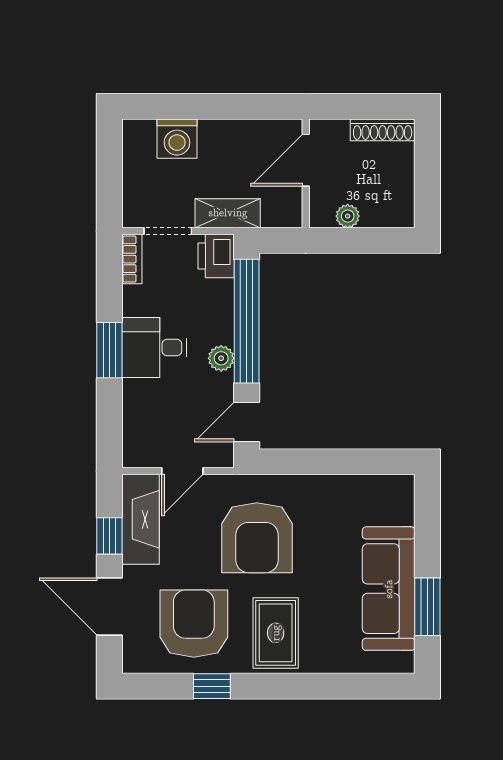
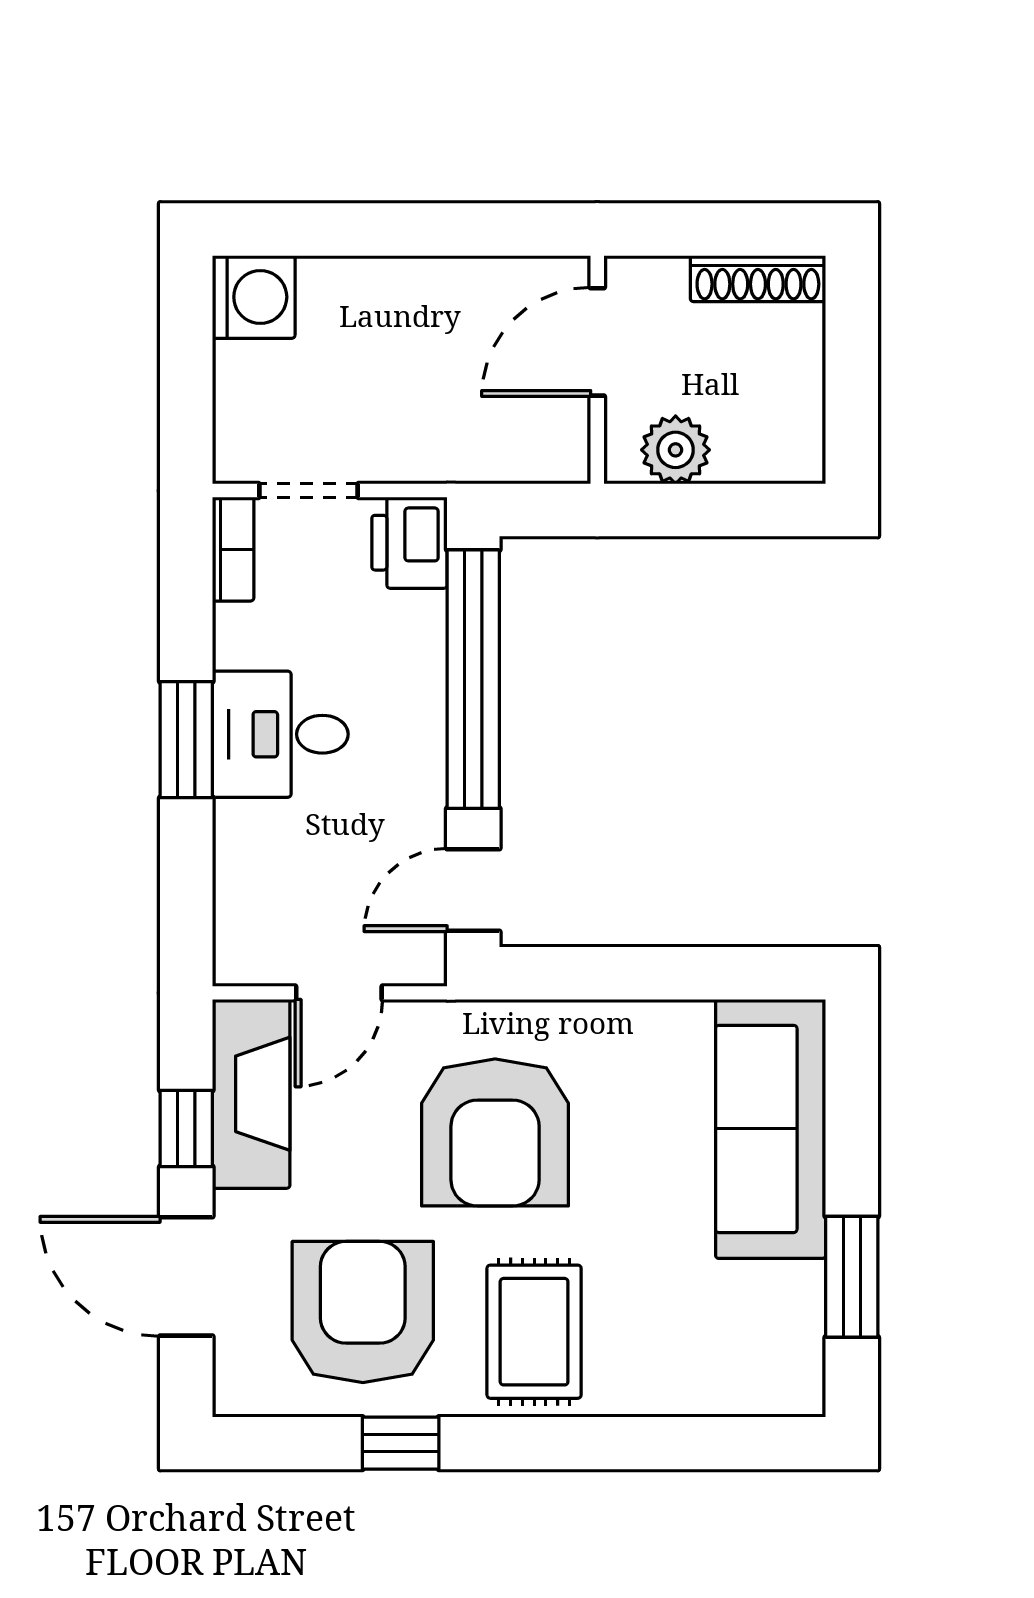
washing machine: (177, 139) -> (254, 297), moved, turned -90
shelving: (228, 213) -> (434, 453), removed
plant: (348, 216) -> (676, 450), width x1.38, depth x1.38
plant: (221, 358) -> (420, 757), removed
sofa: (389, 589) -> (771, 1129), moved

